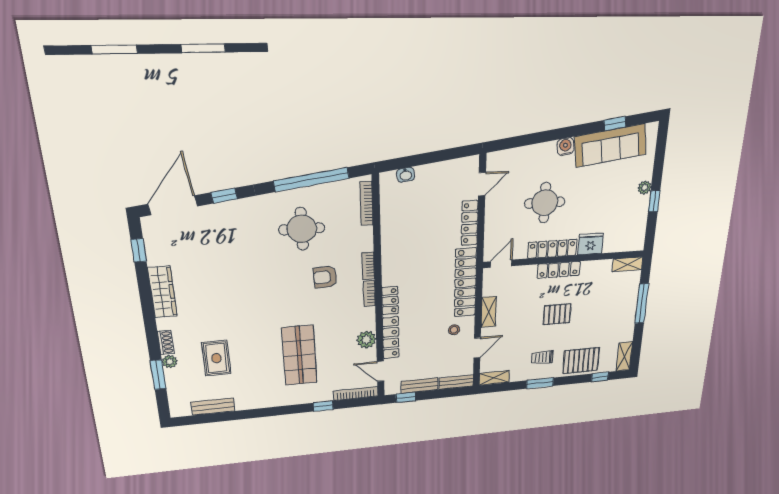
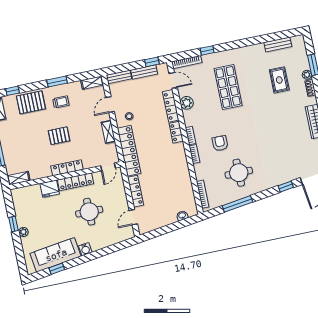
window: (312, 180) -> (237, 204), width x0.68
armchair: (325, 277) -> (220, 143), turned -87

